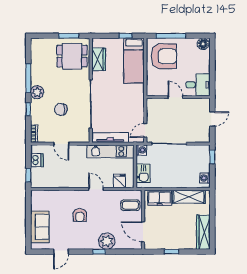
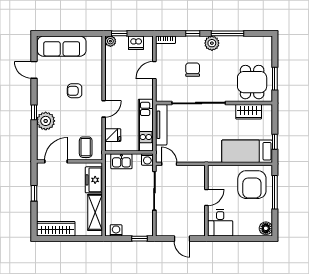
plant: (35, 183) -> (110, 41), added
sofa: (40, 227) -> (62, 46), width x1.36

